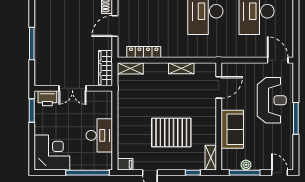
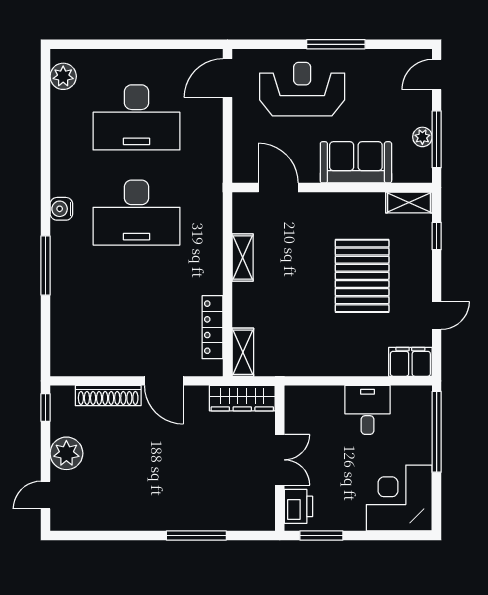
desk: (99, 135) -> (368, 410), width x0.73
filing cabinet: (125, 164) -> (410, 362), width x2.00

